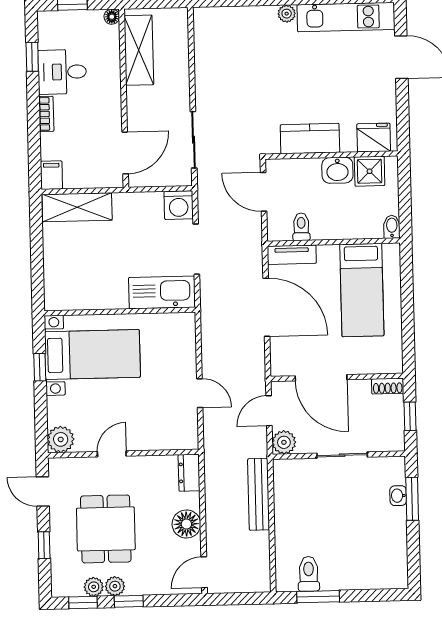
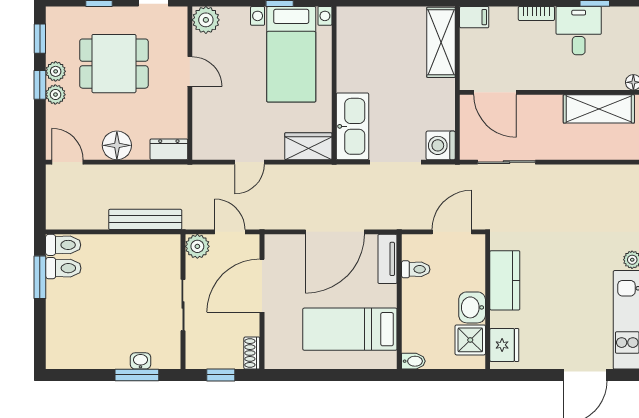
wardrobe: (183, 335) -> (308, 146), added
toilet: (286, 575) -> (63, 245), added
plant: (94, 587) -> (55, 95), moved

